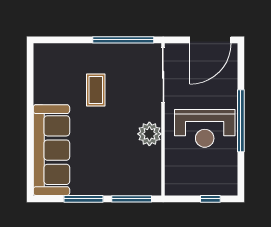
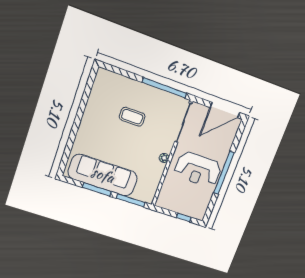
coffee table: (96, 90) -> (132, 117), turned 90
plant: (149, 134) -> (164, 158), width x0.53, depth x0.53
sofa: (51, 150) -> (103, 175), moved, turned -90

